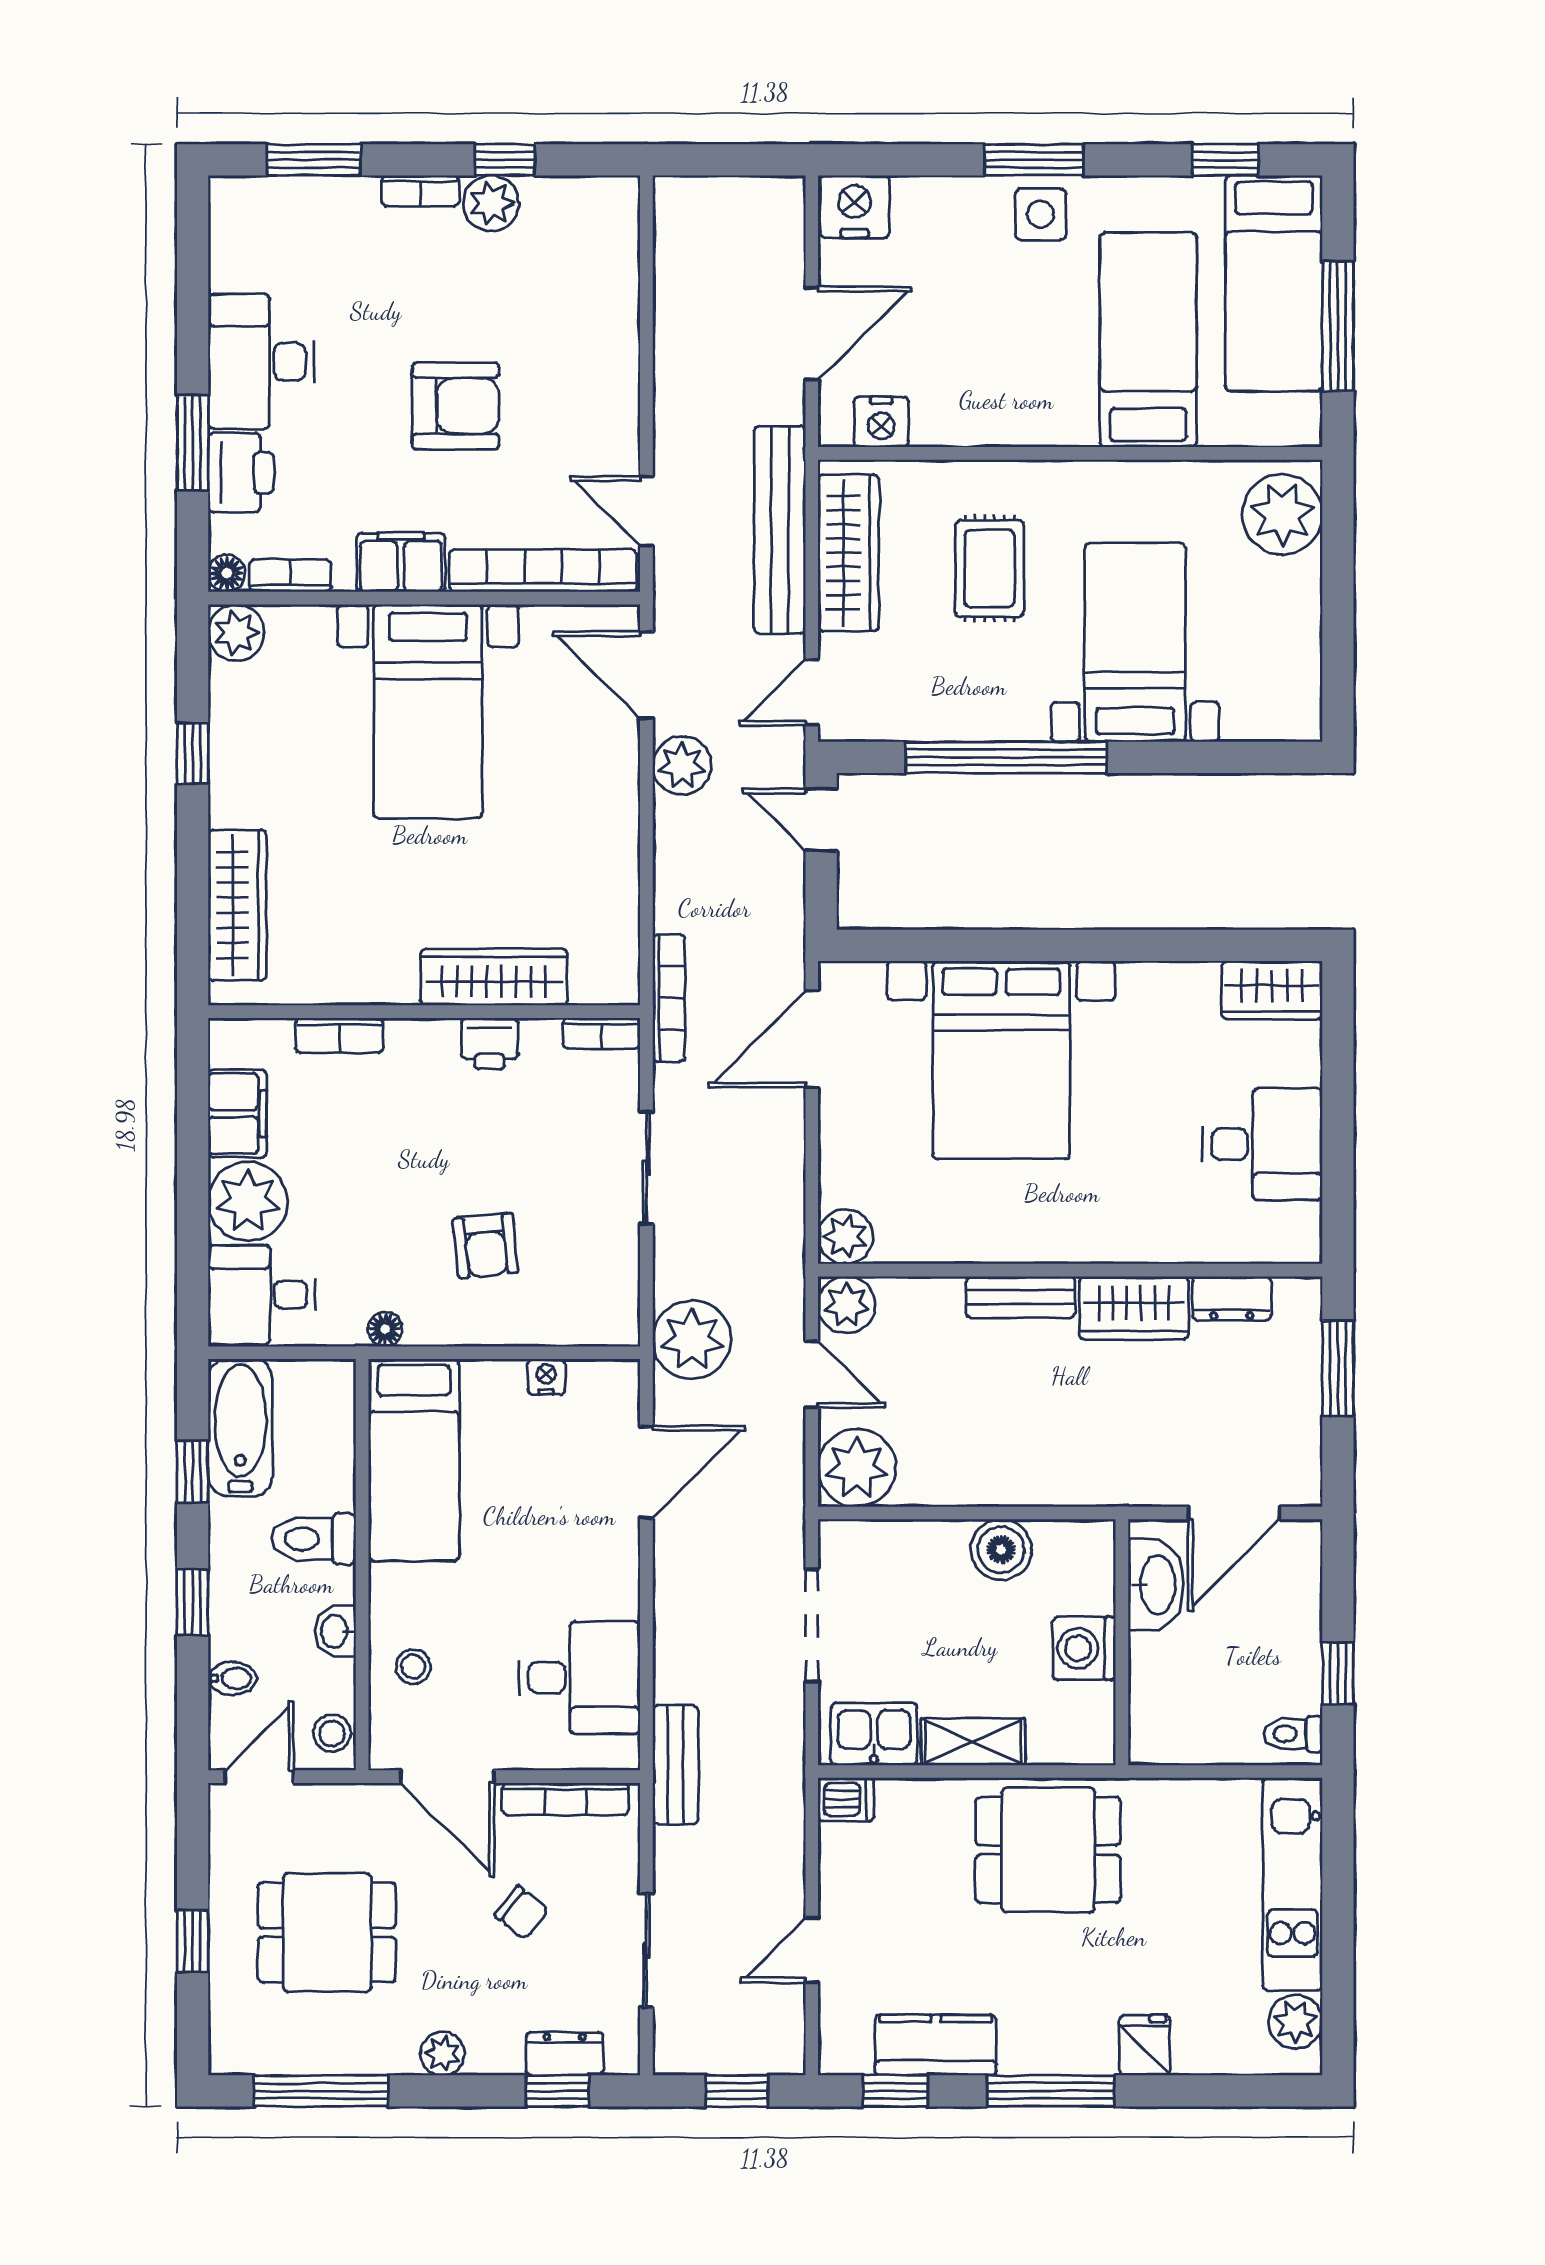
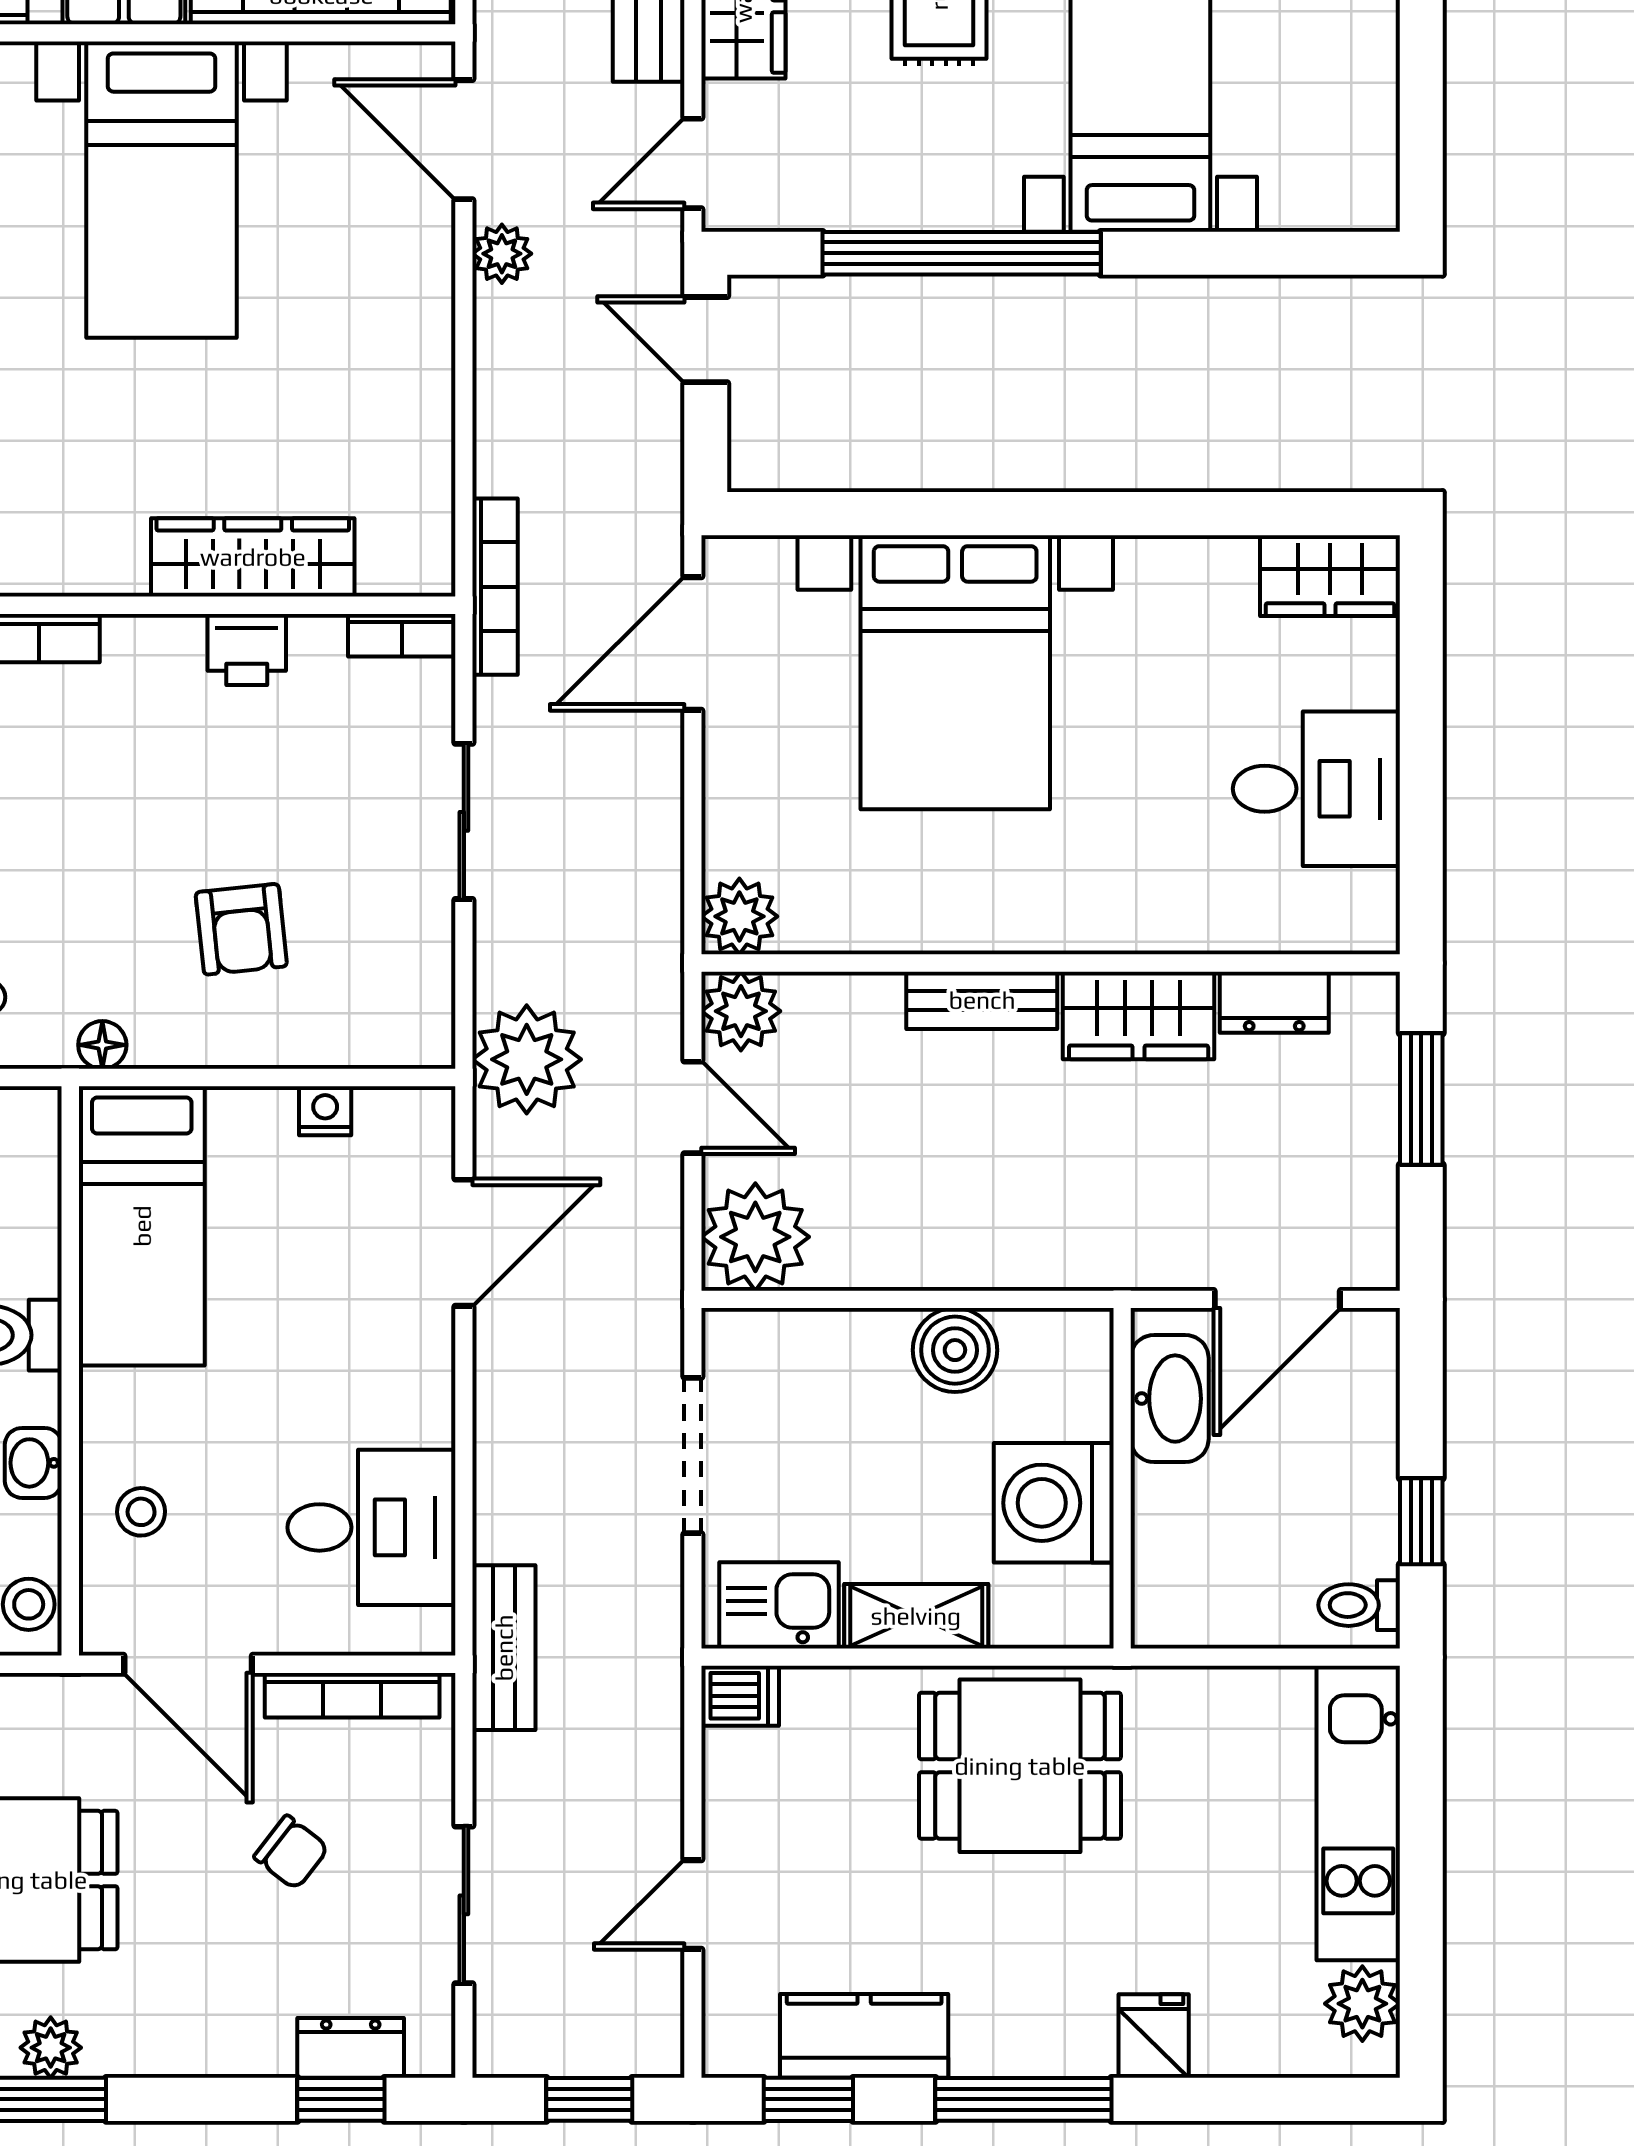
plant: (682, 766) -> (502, 254), width x0.73, depth x0.73
washing machine: (1084, 1648) -> (1054, 1503), width x1.37, depth x1.37
plant: (443, 2053) -> (51, 2048), moved

